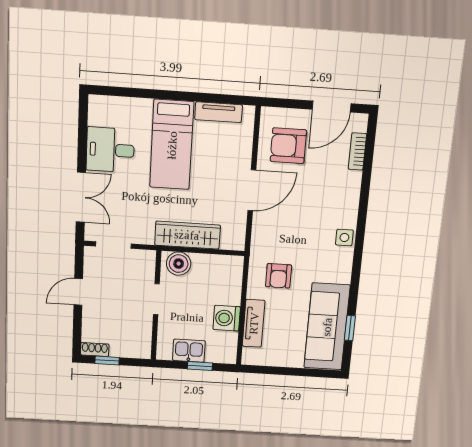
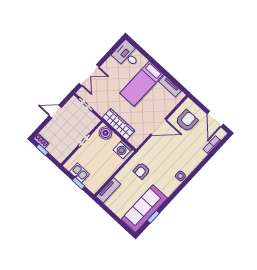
door: (332, 106) -> (215, 119), hinge flipped
armchair: (288, 146) -> (187, 121), turned 90
desk: (110, 150) -> (127, 55), moved
washing machine: (227, 318) -> (122, 149), moved, turned -90
tv unit: (254, 323) -> (108, 190), moved

